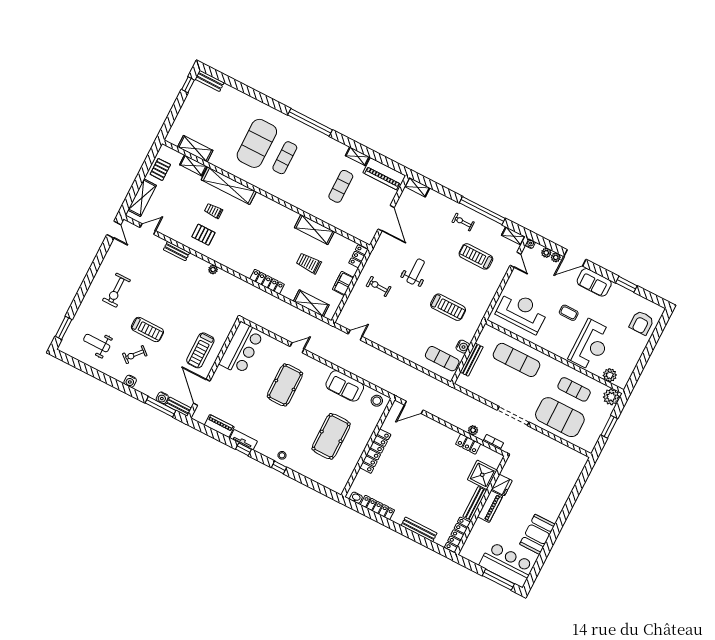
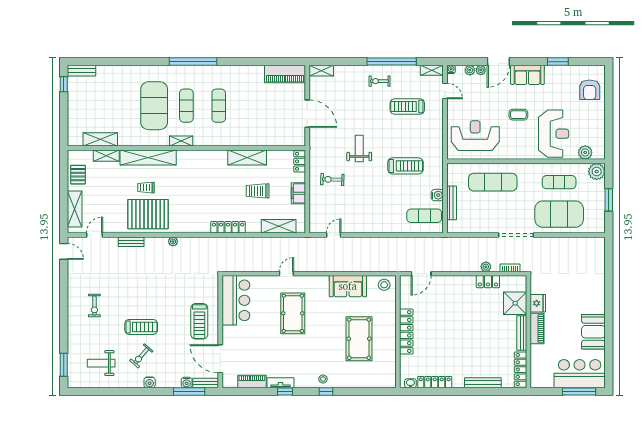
shelving: (357, 156) -> (181, 141), moved
exercise mat: (341, 186) -> (219, 106), moved
pallet: (203, 235) -> (148, 214), width x2.05, depth x2.00
exercise bike: (116, 290) -> (94, 306), width x0.73, depth x0.72

